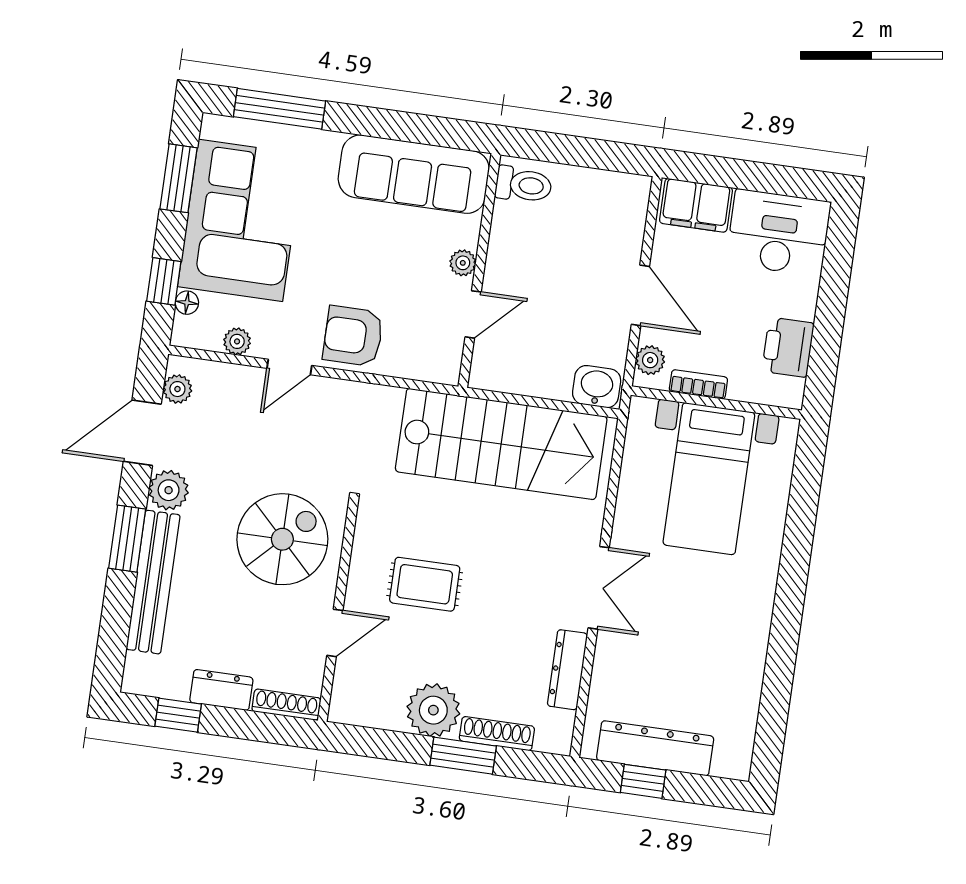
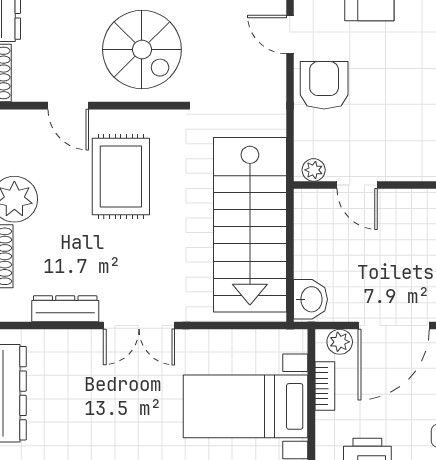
plant: (463, 263) -> (314, 170), moved
door: (640, 295) -> (394, 326), width x1.36
rug: (425, 584) -> (121, 176), width x1.36, depth x1.43

